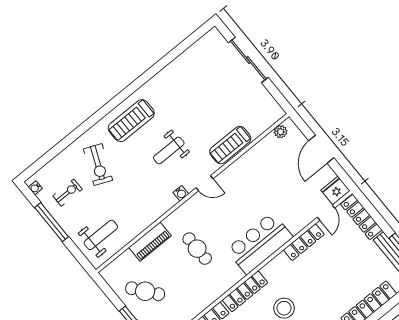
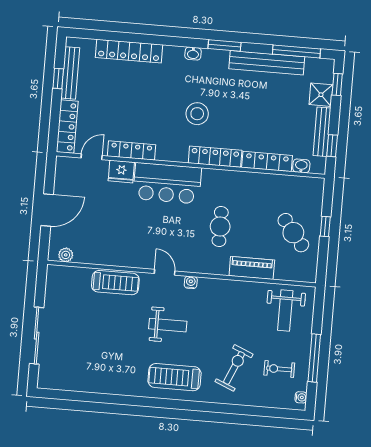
treadmill: (131, 121) -> (175, 377), turned 180
fridge: (335, 190) -> (121, 172), moved
weight bench: (101, 235) -> (285, 310), turned -90

